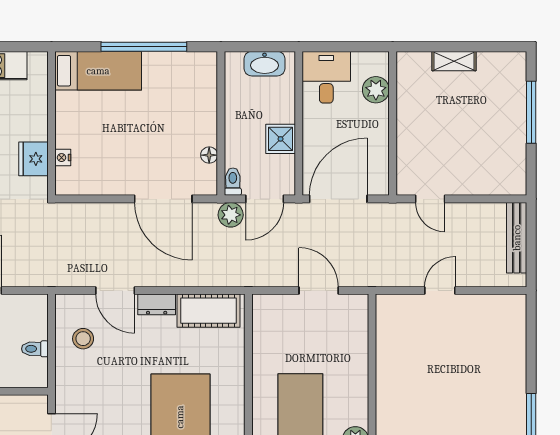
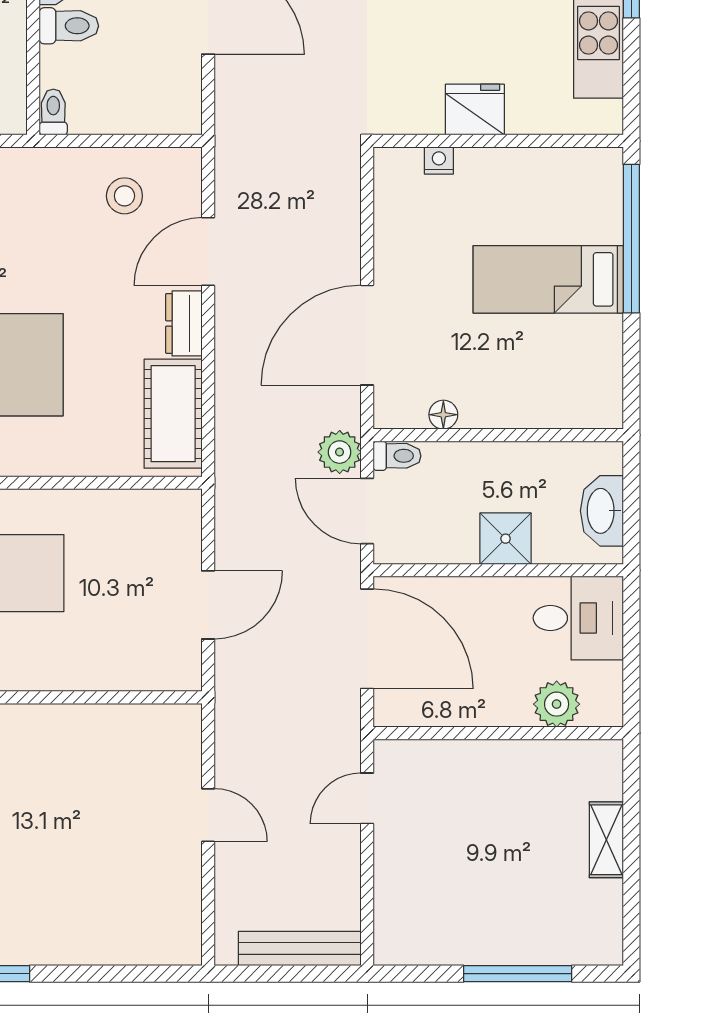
window: (144, 47) -> (631, 239), moved
bed: (98, 71) -> (548, 279), moved, turned 90
shower: (281, 139) -> (506, 539), moved
fridge: (33, 159) -> (475, 110), moved
toilet: (35, 349) -> (53, 112), moved

